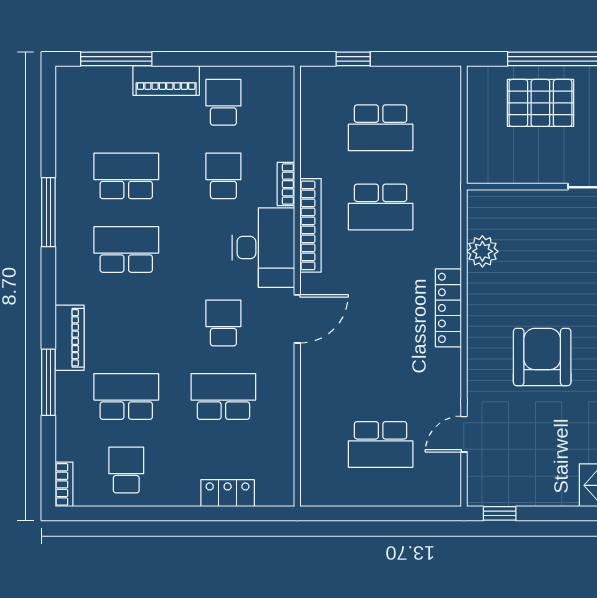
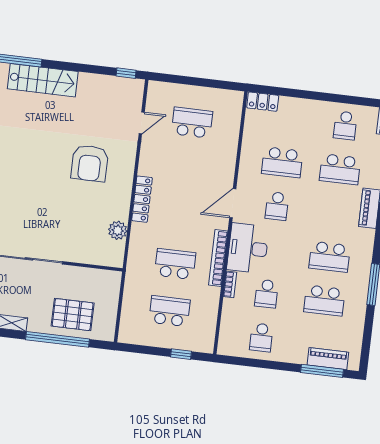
piano: (166, 80) -> (328, 359), moved
locker: (228, 493) -> (263, 102), moved

